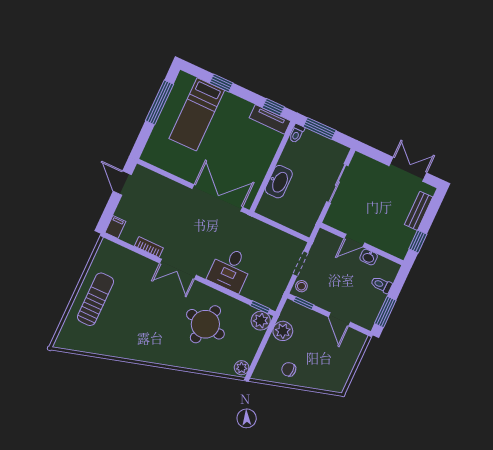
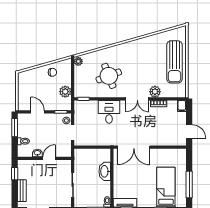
double door: (178, 269) -> (137, 99), swing flipped
sun lounger: (96, 299) -> (174, 62), width x1.36, depth x1.34
plant: (261, 321) -> (155, 92), moved
round table: (205, 324) -> (109, 76), turned -32

